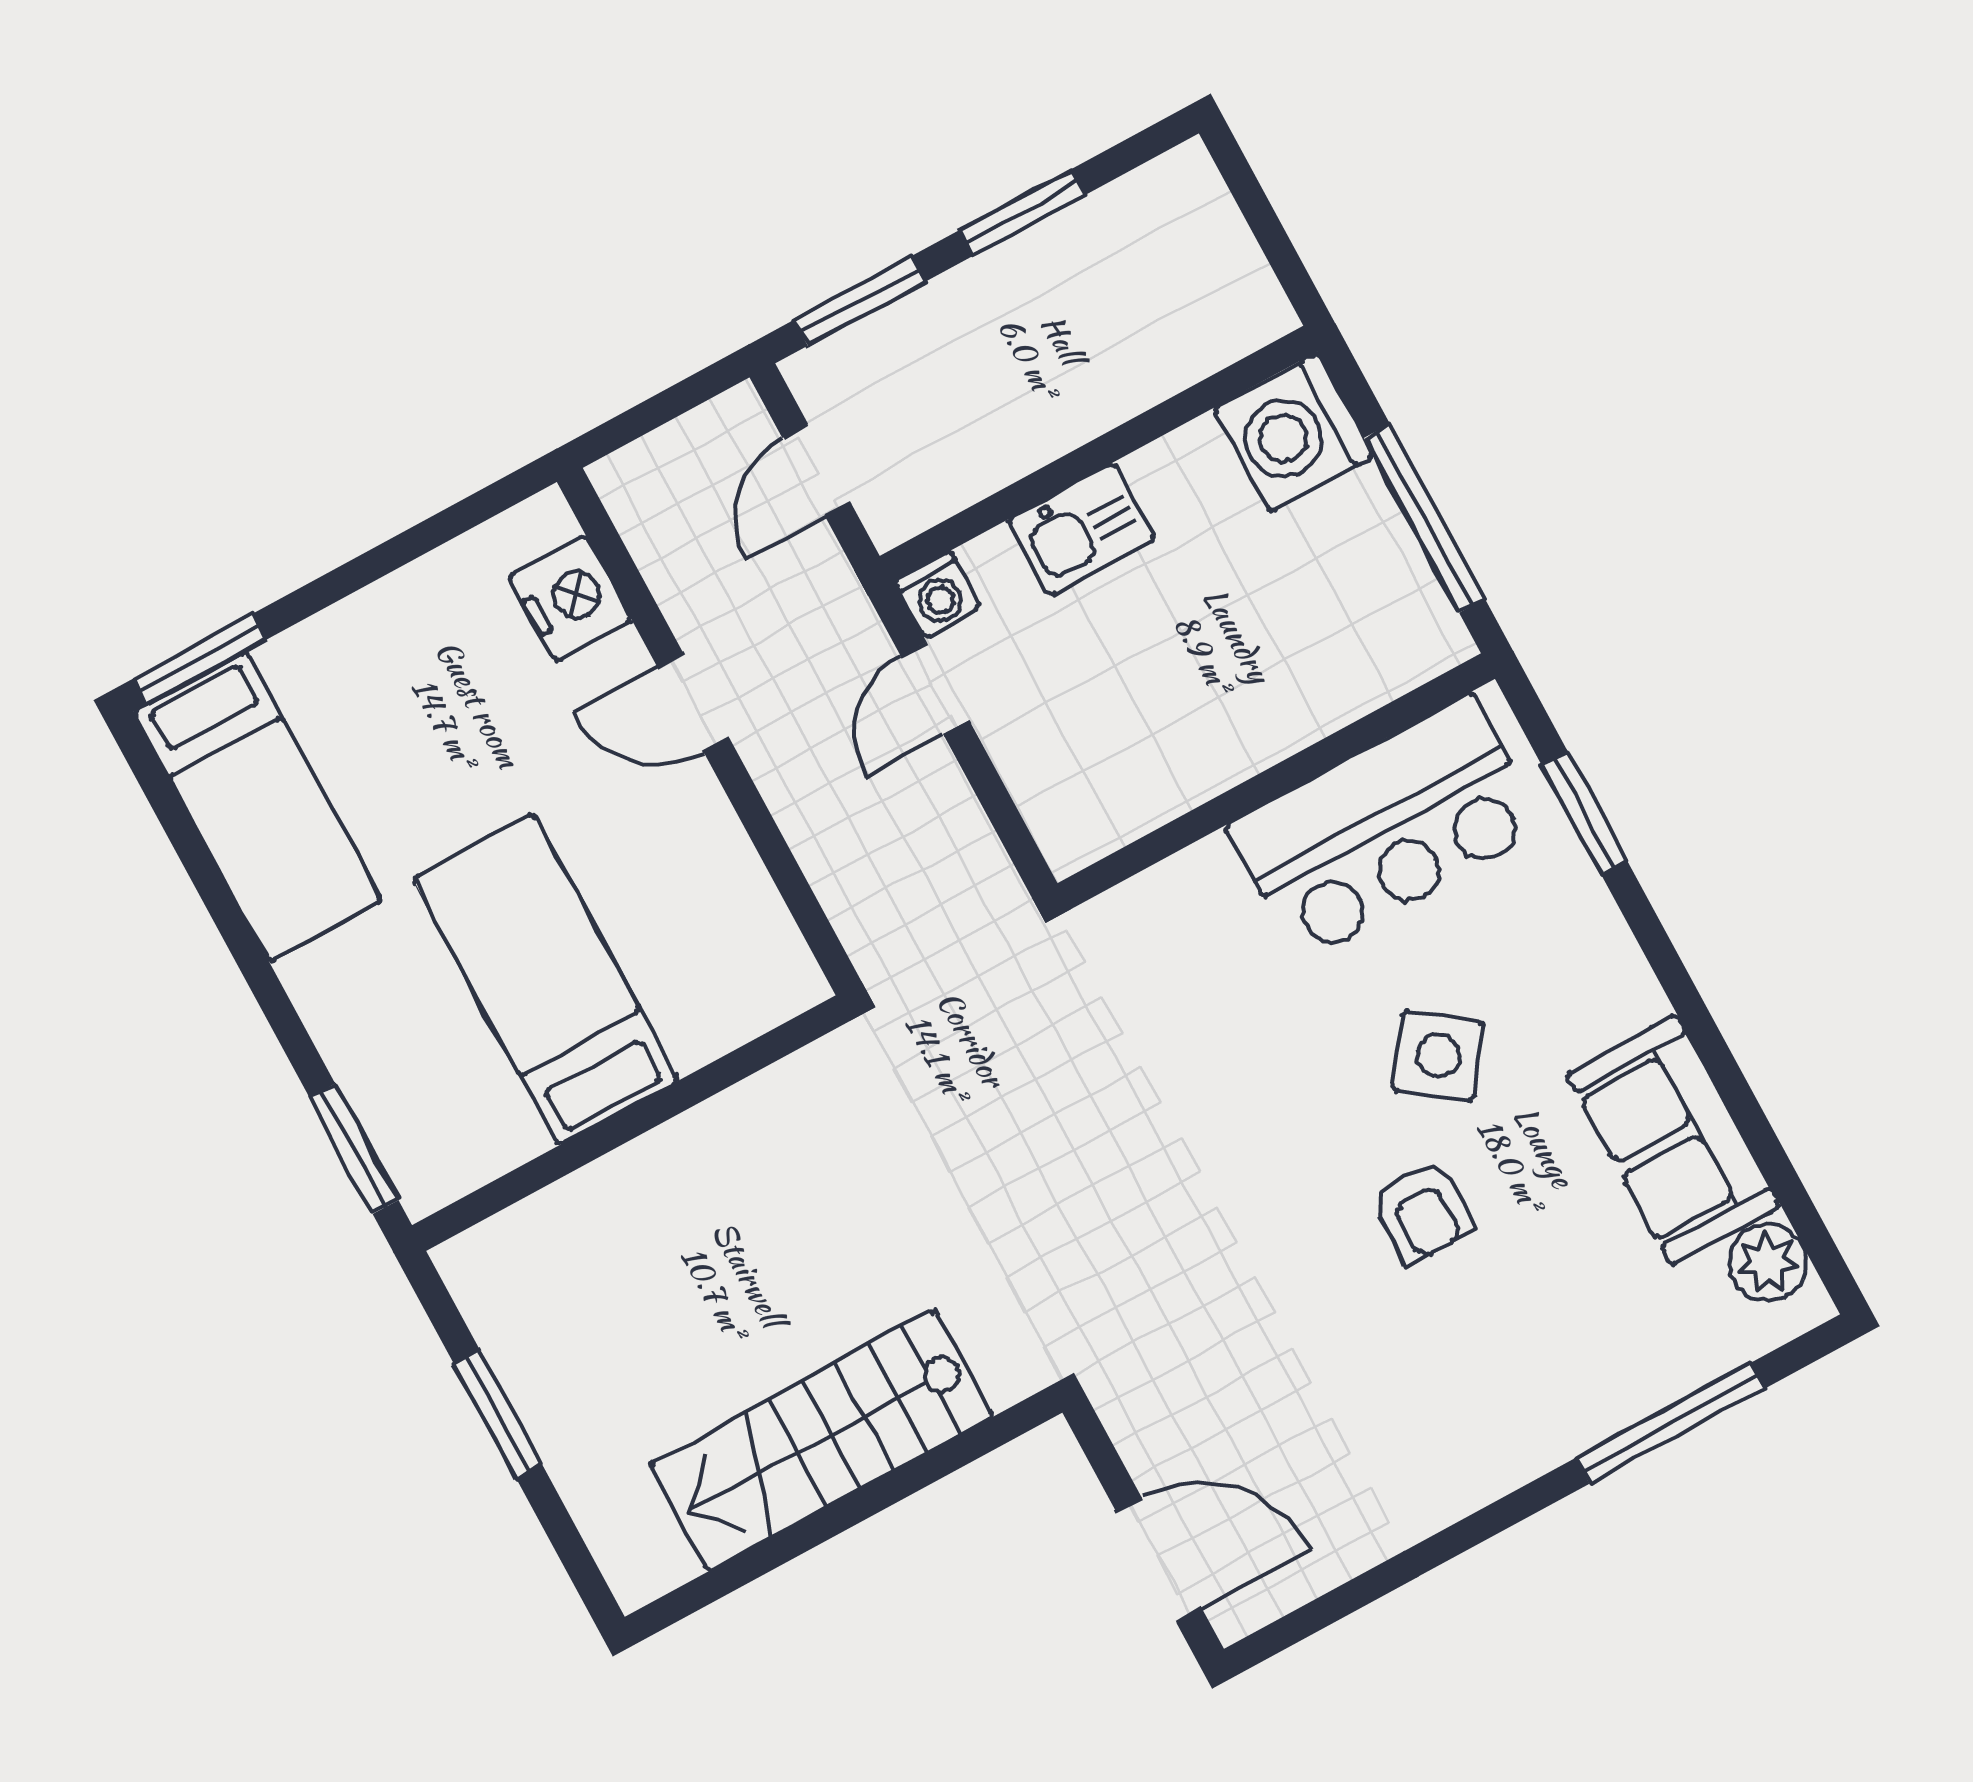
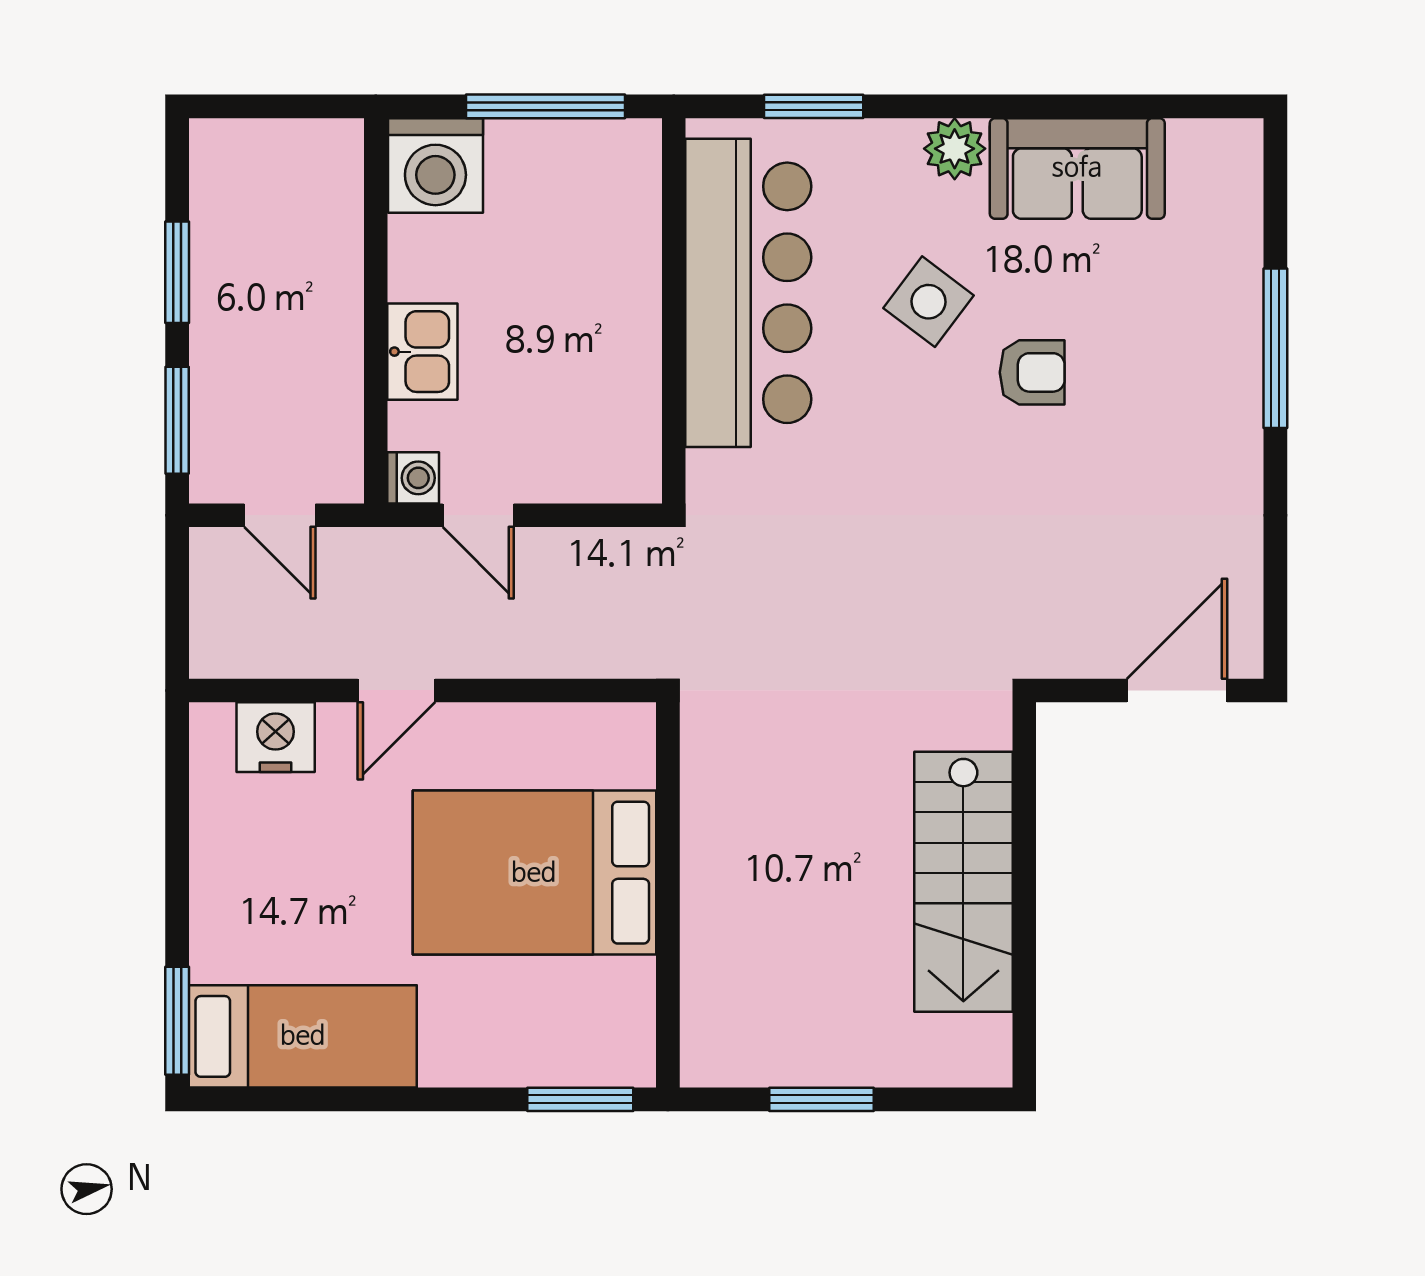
bar counter: (1386, 828) -> (748, 293), width x1.36
bed: (546, 980) -> (534, 873), width x1.50
plant: (1768, 1263) -> (955, 149), moved
window: (1670, 1423) -> (1275, 348), moved

